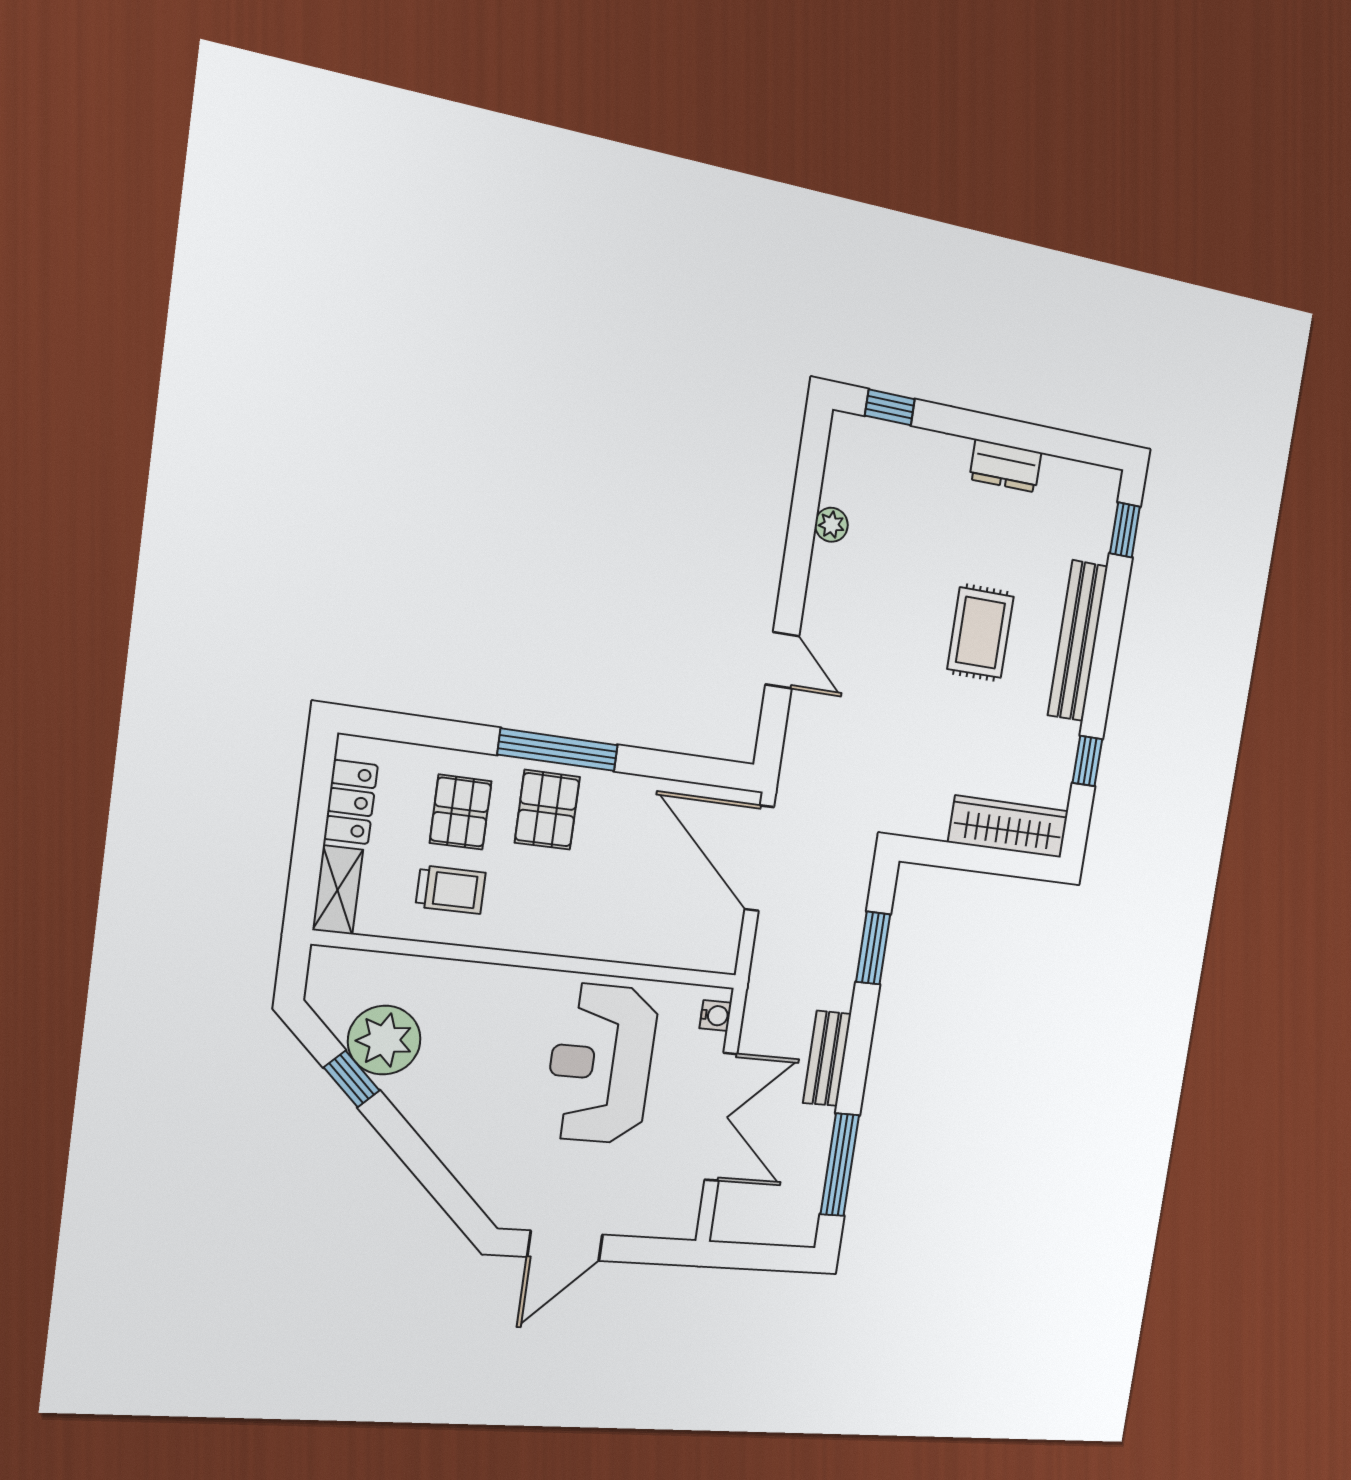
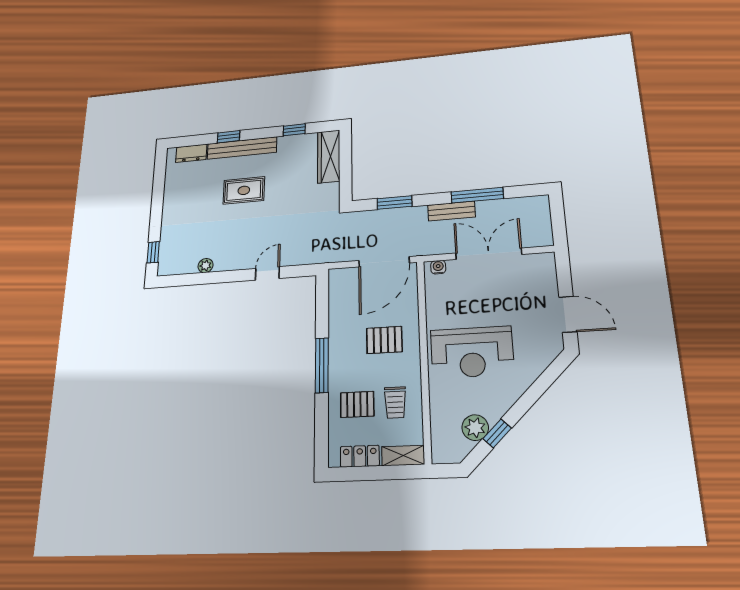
dresser: (1005, 466) -> (191, 153), moved, turned 90
window: (1125, 530) -> (228, 137), moved
pallet: (547, 810) -> (384, 340), moved
door: (759, 858) -> (384, 262), moved
trolley: (451, 890) -> (395, 402), turned 180
plant: (384, 1040) -> (475, 428), width x0.73, depth x0.73
reception desk: (601, 1064) -> (472, 352), moved
window: (840, 1165) -> (477, 195), moved

